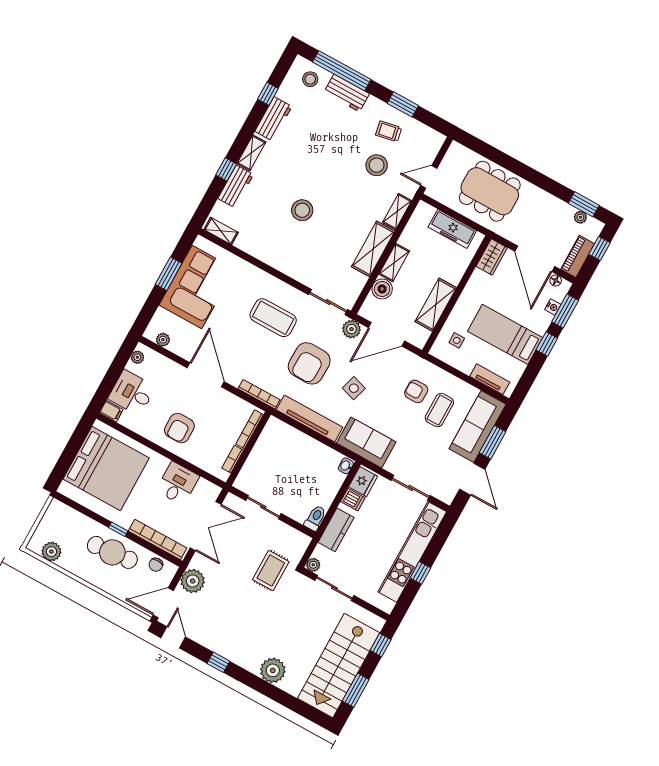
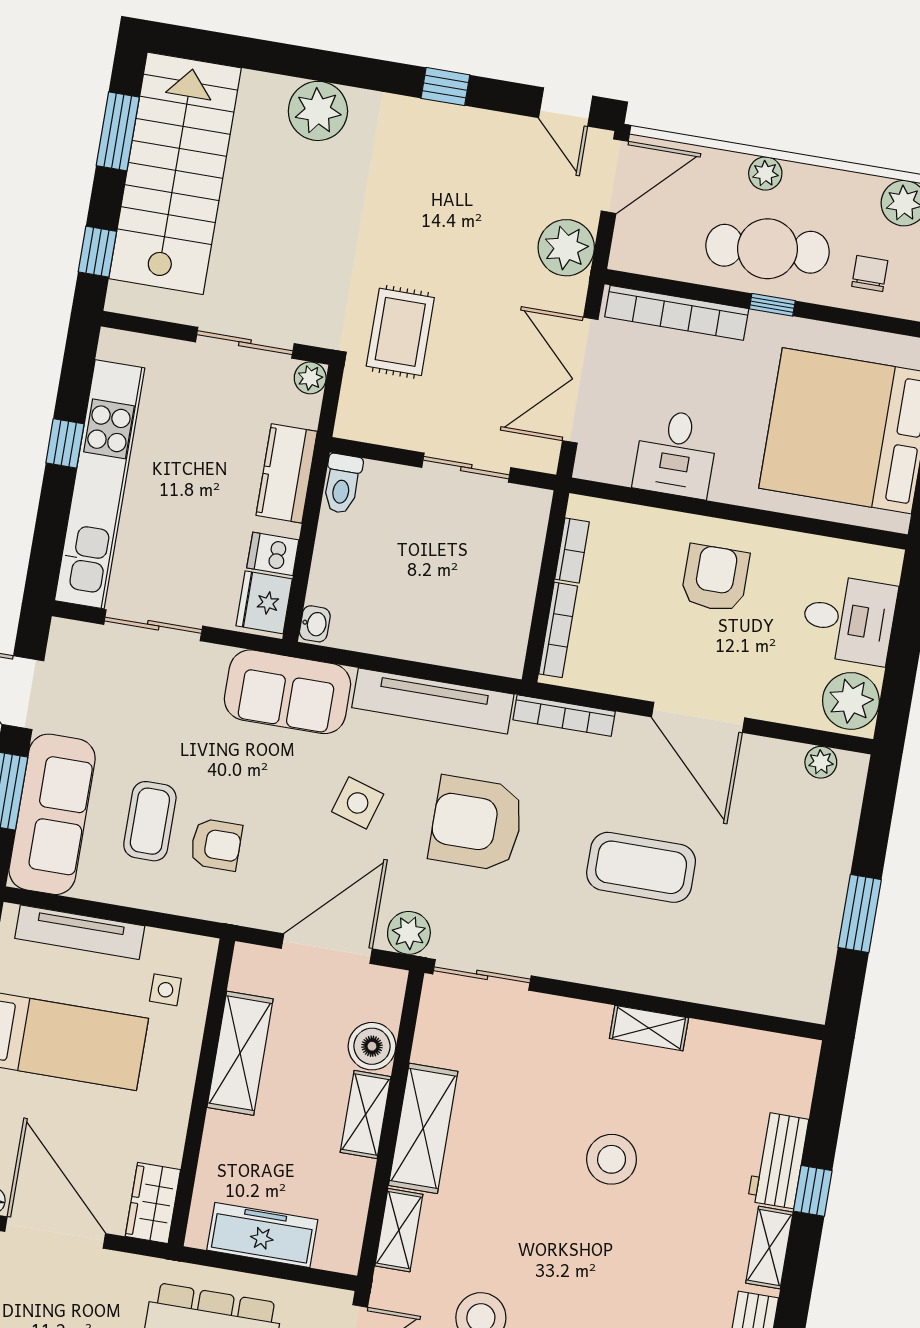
shelving: (221, 231) -> (649, 1028), moved
corner sofa: (197, 287) -> (786, 906), removed
coffee table: (273, 318) -> (641, 867), moved
plant: (137, 357) -> (851, 701), width x1.88, depth x1.88
armchair: (309, 363) -> (477, 823), turned -91
tv unit: (490, 379) -> (80, 932), width x1.41
filing cabinet: (111, 411) -> (880, 563), removed
chair: (156, 565) -> (870, 273), moved
plant: (103, 583) -> (765, 173), added

